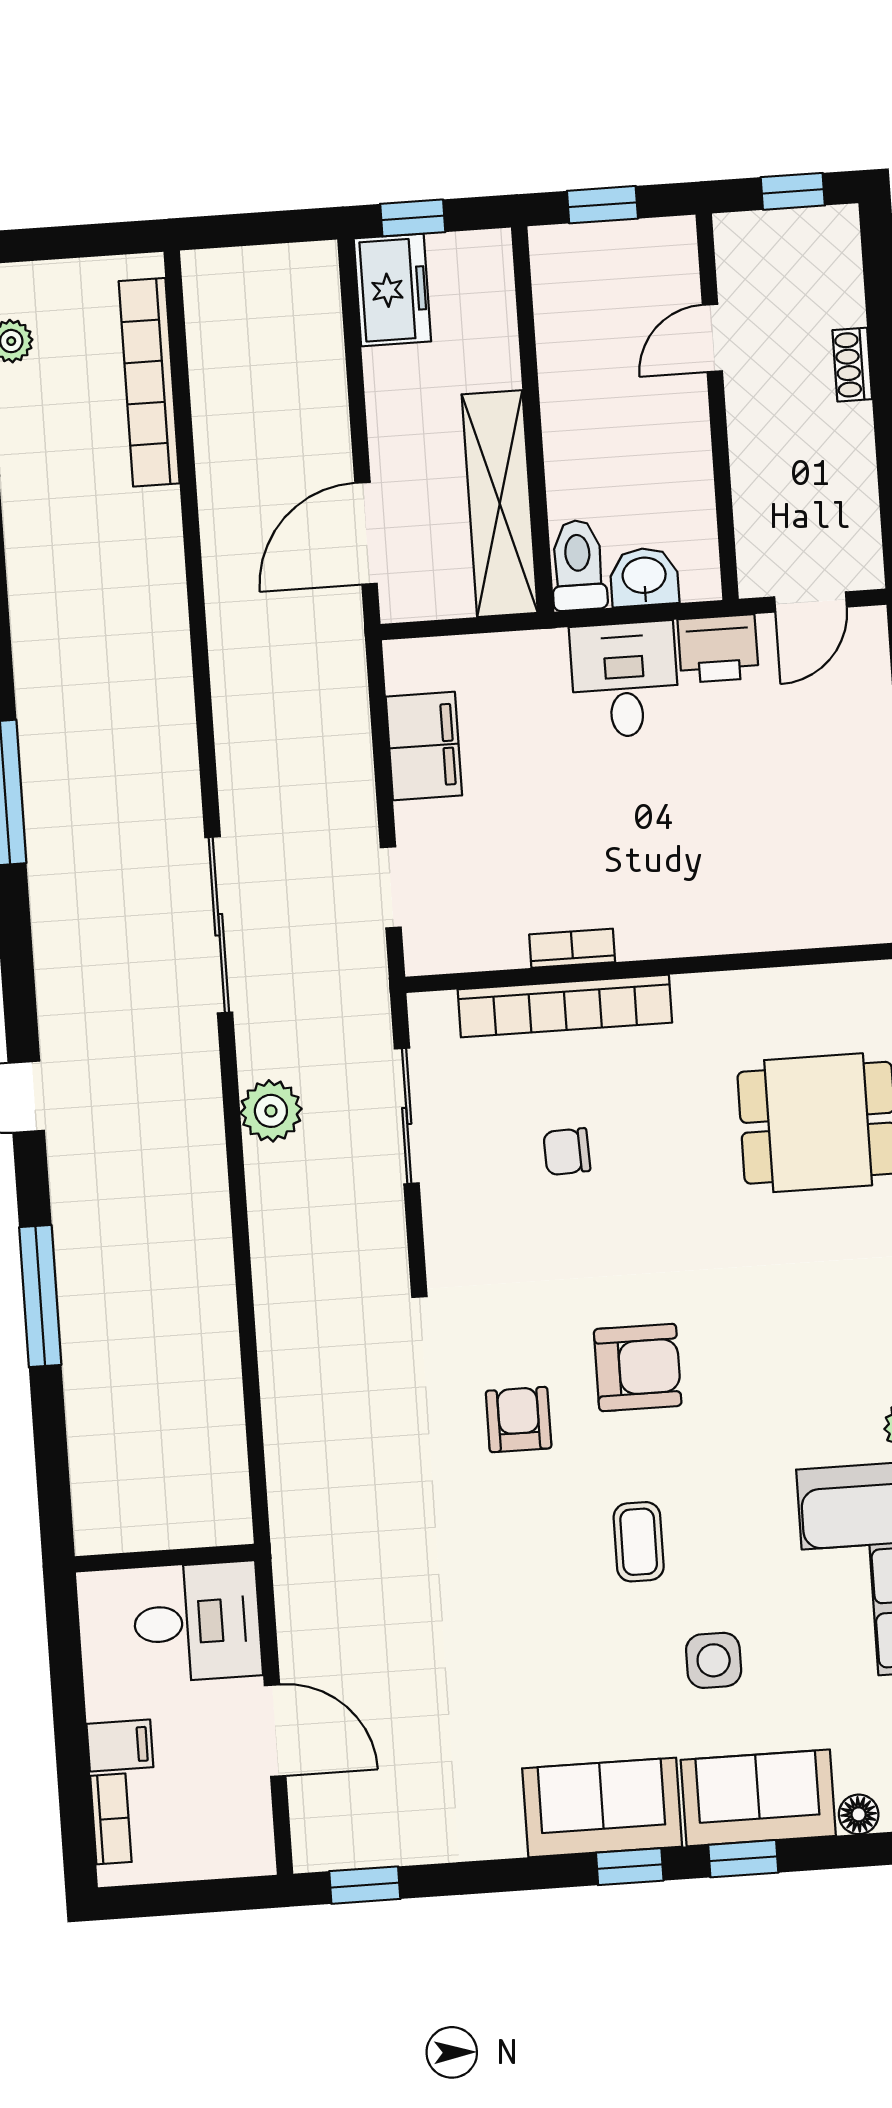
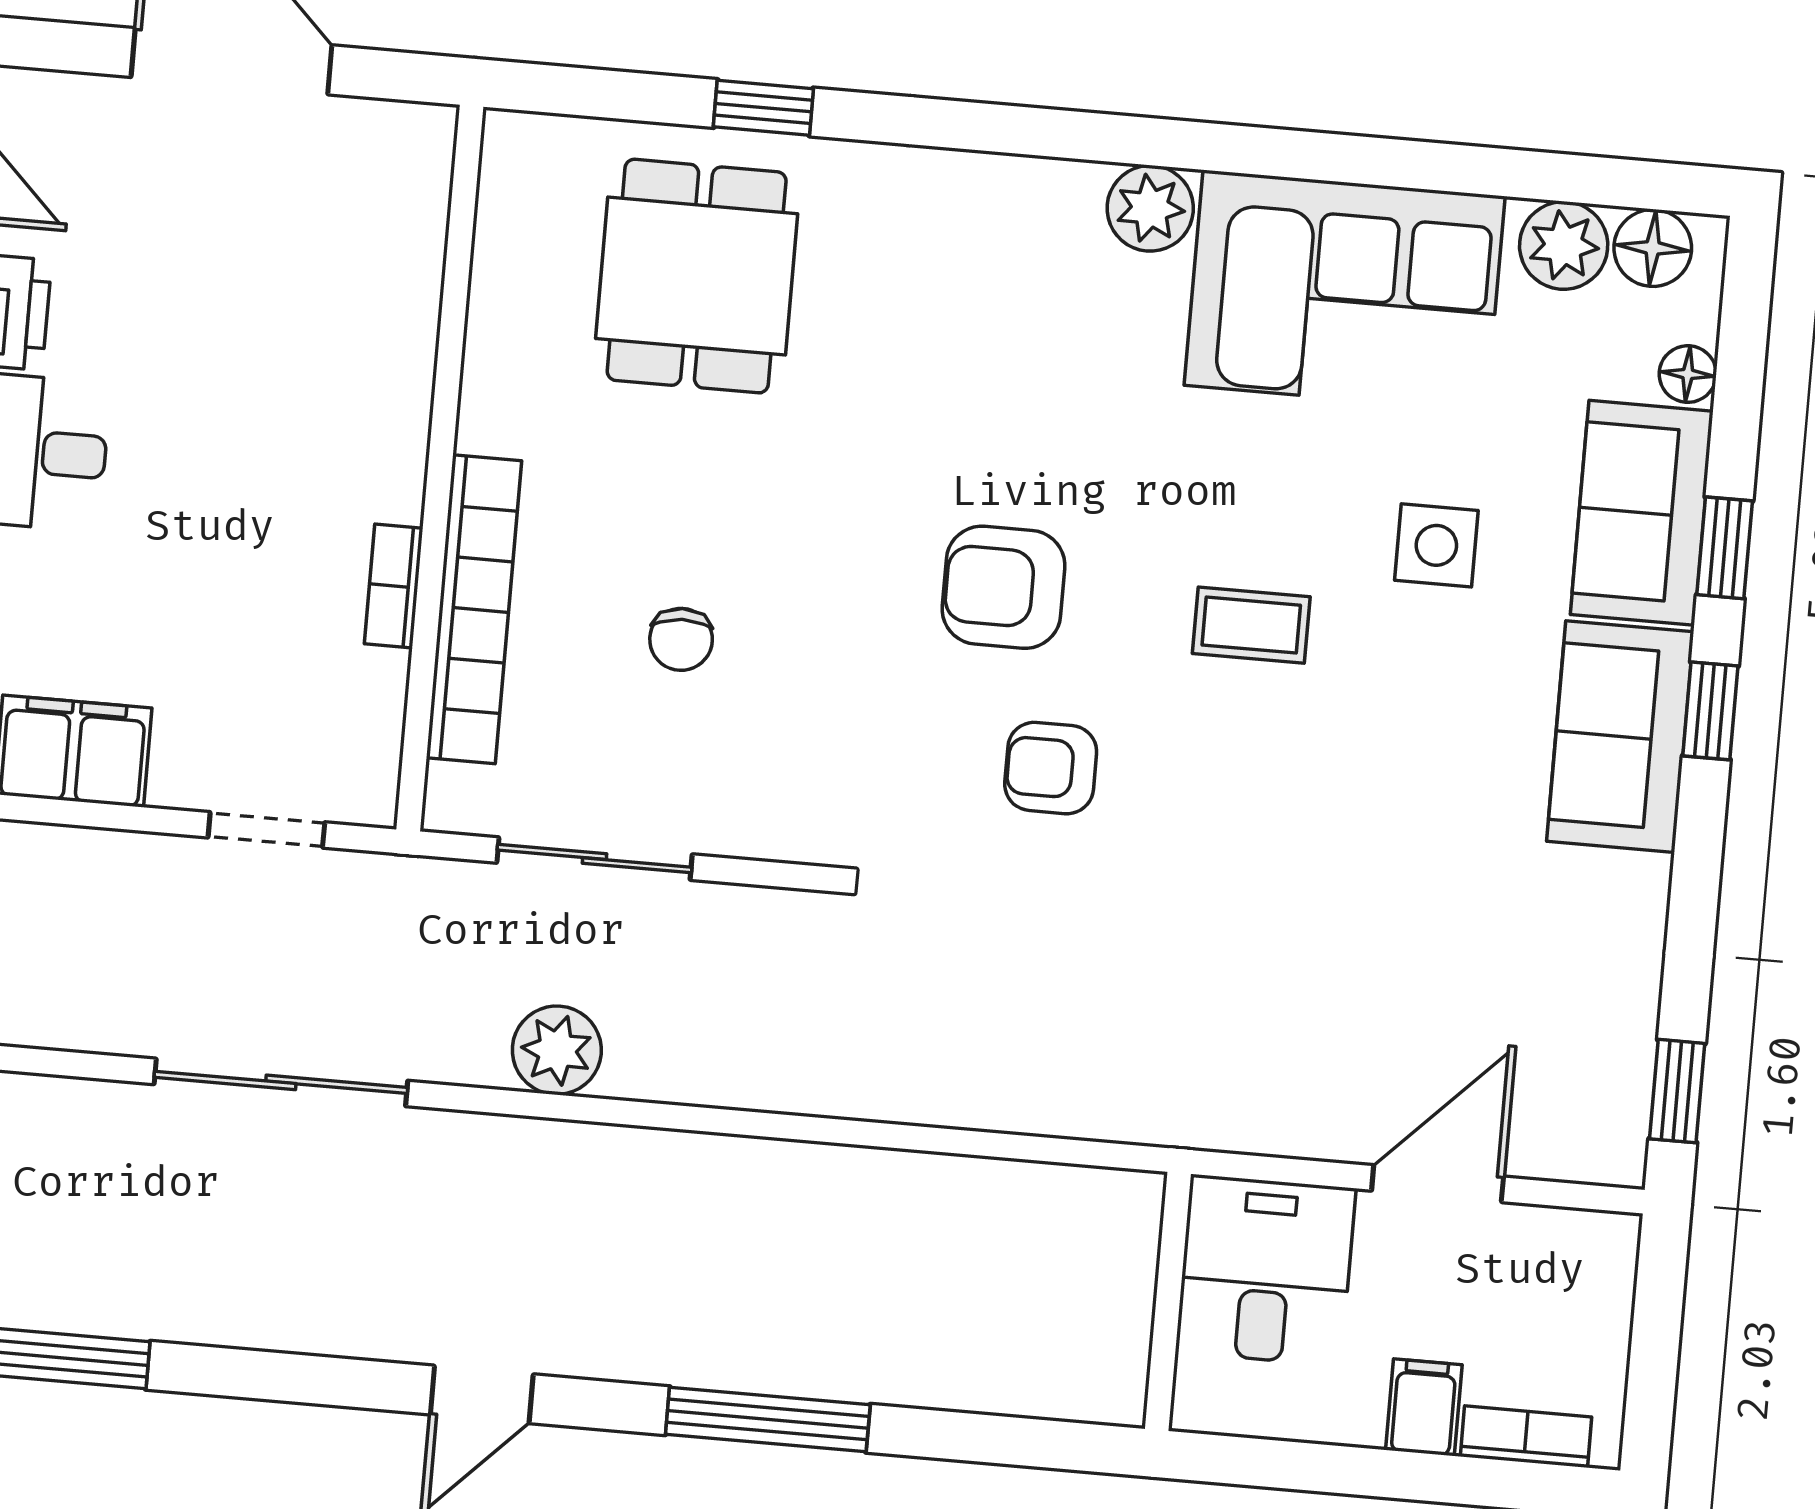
armchair: (638, 1367) -> (1004, 587), turned -90

